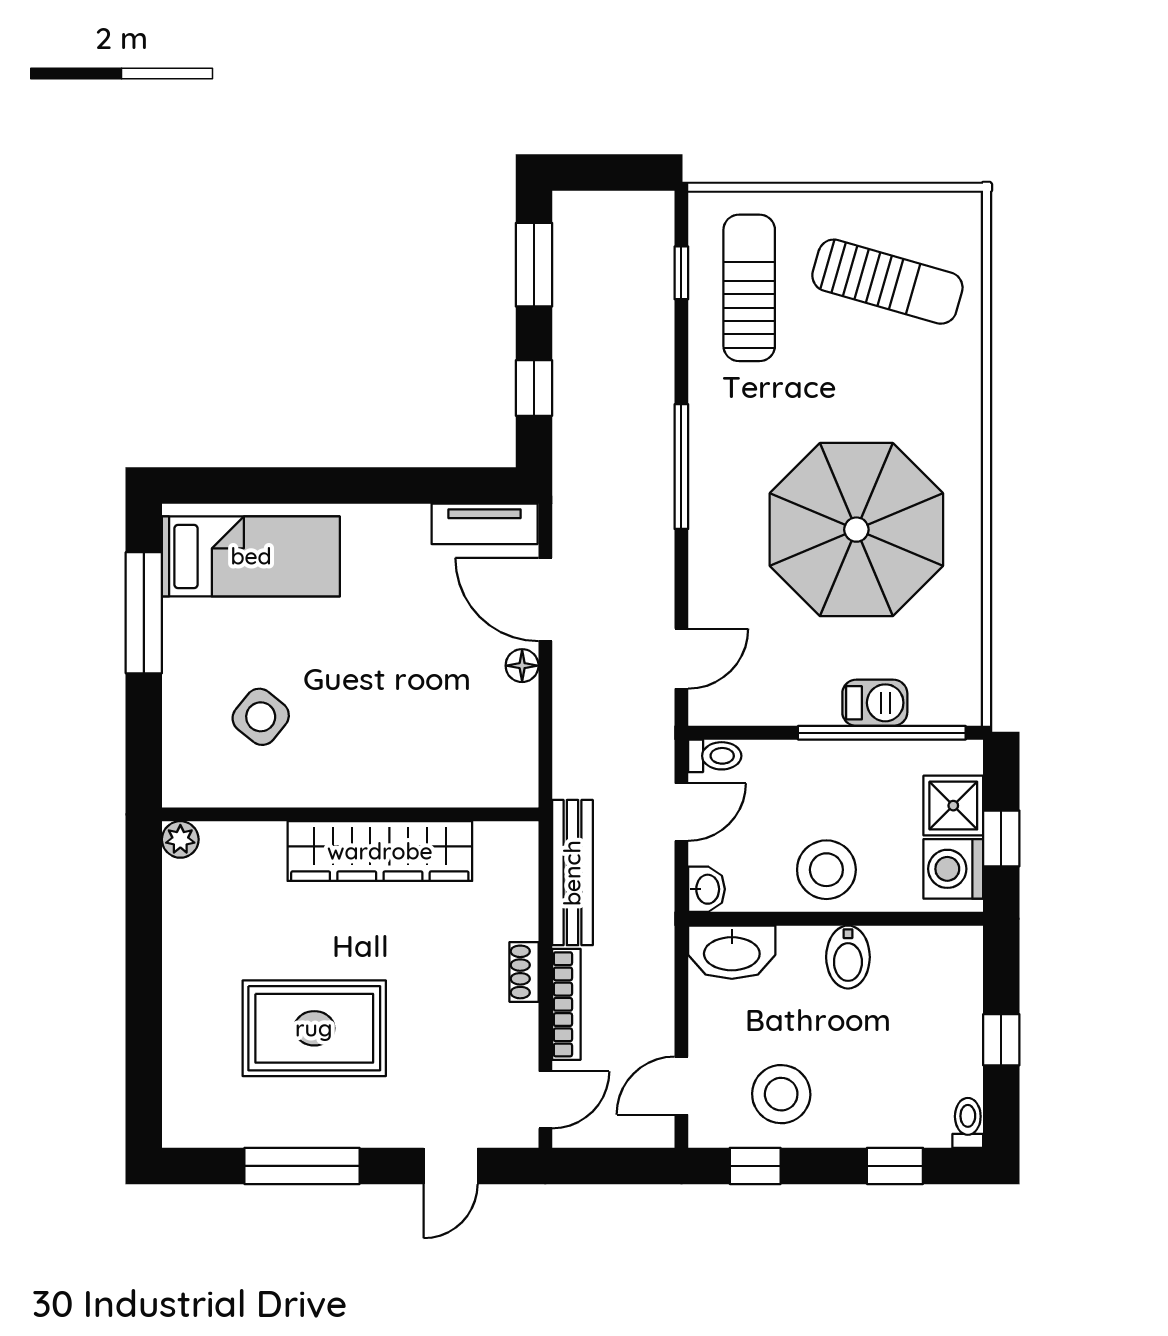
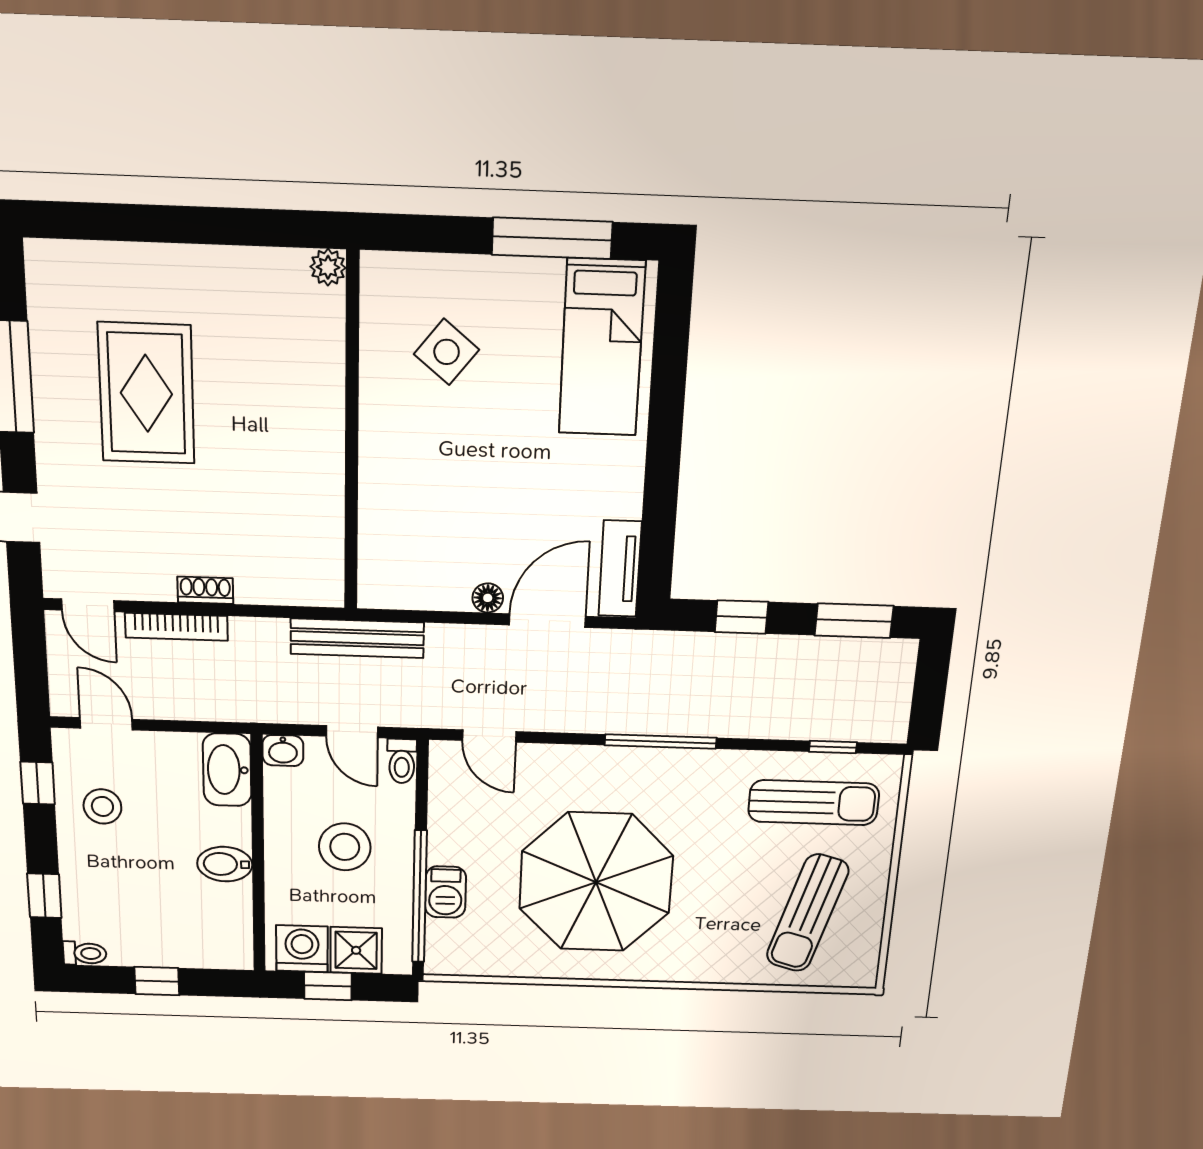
wardrobe: (380, 851) -> (317, 462), removed
stool: (826, 870) -> (345, 847), moved
bench: (572, 873) -> (357, 638), moved
stool: (781, 1094) -> (102, 806), width x0.73, depth x0.73

